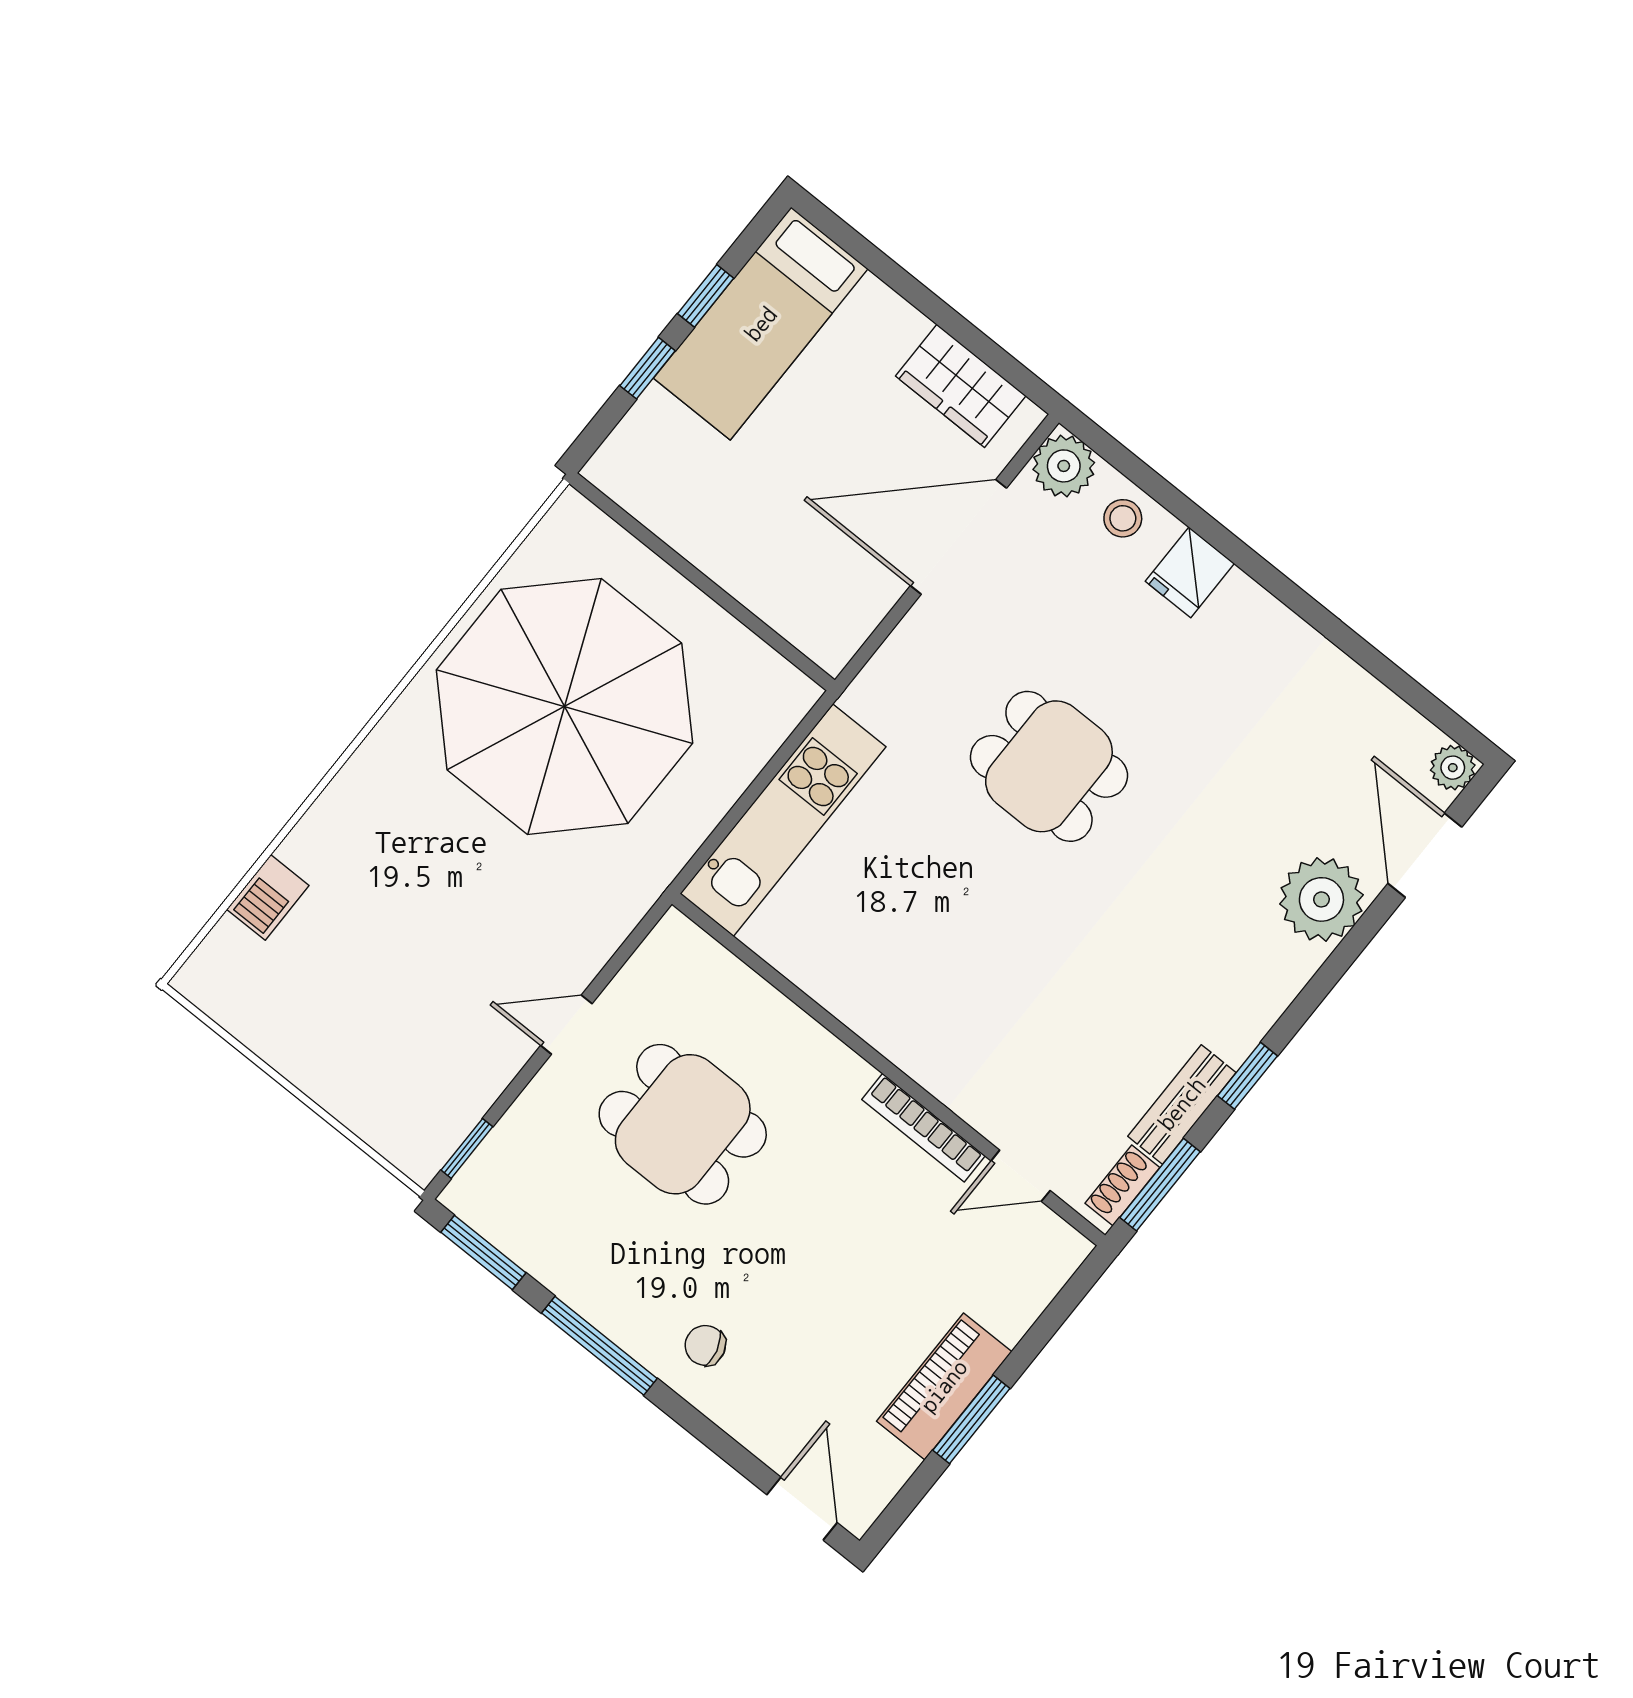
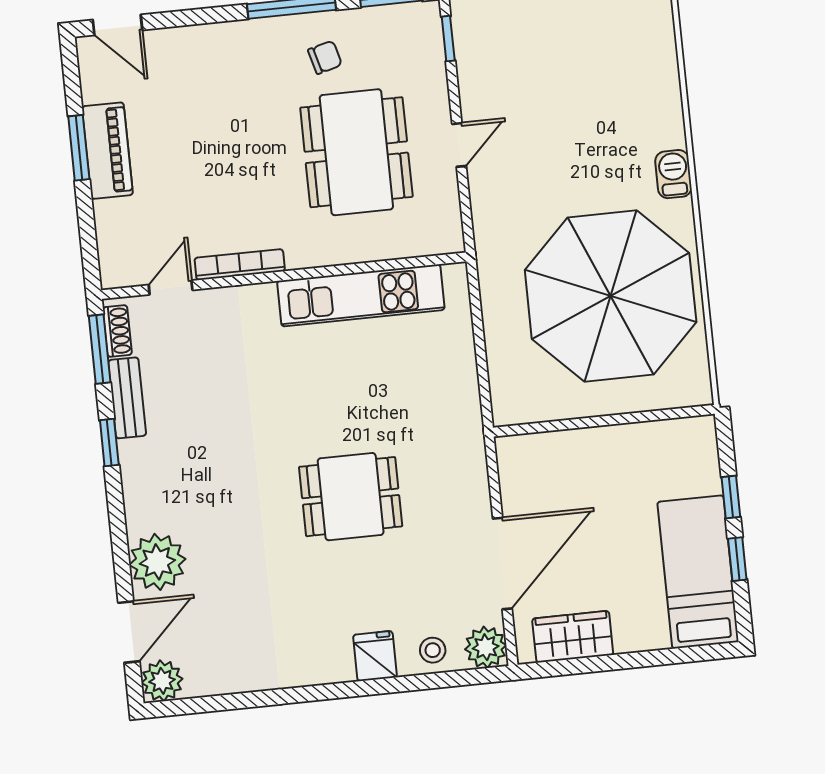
plant: (1453, 768) -> (162, 681), width x1.38, depth x1.38
kitchen unit: (783, 820) -> (361, 295), moved, turned -90
door: (1425, 855) -> (129, 632), hinge flipped
barbecue: (268, 897) -> (673, 174), moved
dining table: (683, 1124) -> (356, 152), width x1.37
chair: (705, 1345) -> (325, 57), moved

